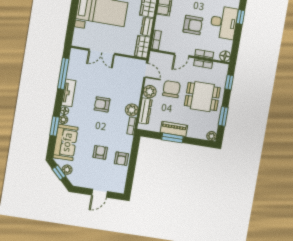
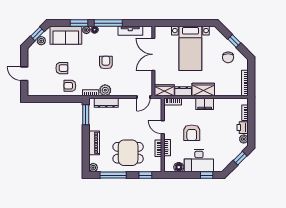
double door: (102, 52) -> (153, 54), width x1.37
floor lamp: (225, 56) -> (179, 167), moved
window: (63, 74) -> (108, 23), moved
chair: (171, 89) -> (130, 123), removed
plant: (150, 92) -> (125, 104), removed
tv unit: (69, 93) -> (130, 31), moved
dining table: (202, 97) -> (128, 153), turned 90
window: (223, 116) -> (113, 175), width x1.44
piano: (174, 129) -> (94, 143), moved
window: (172, 138) -> (86, 115), moved
armchair: (121, 159) -> (70, 86), moved

